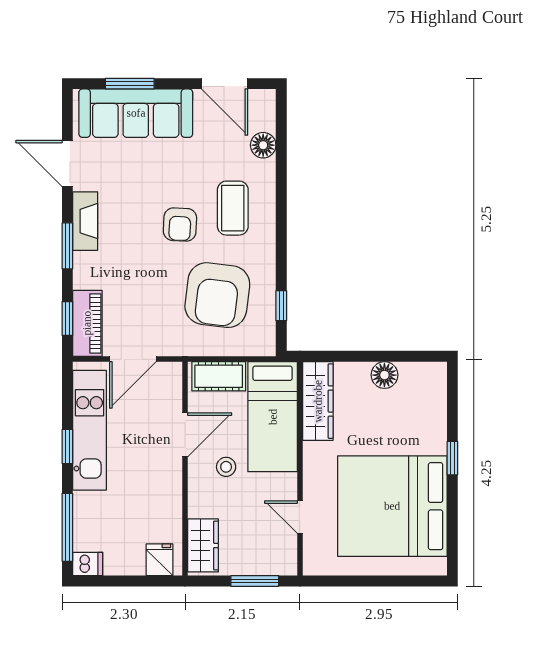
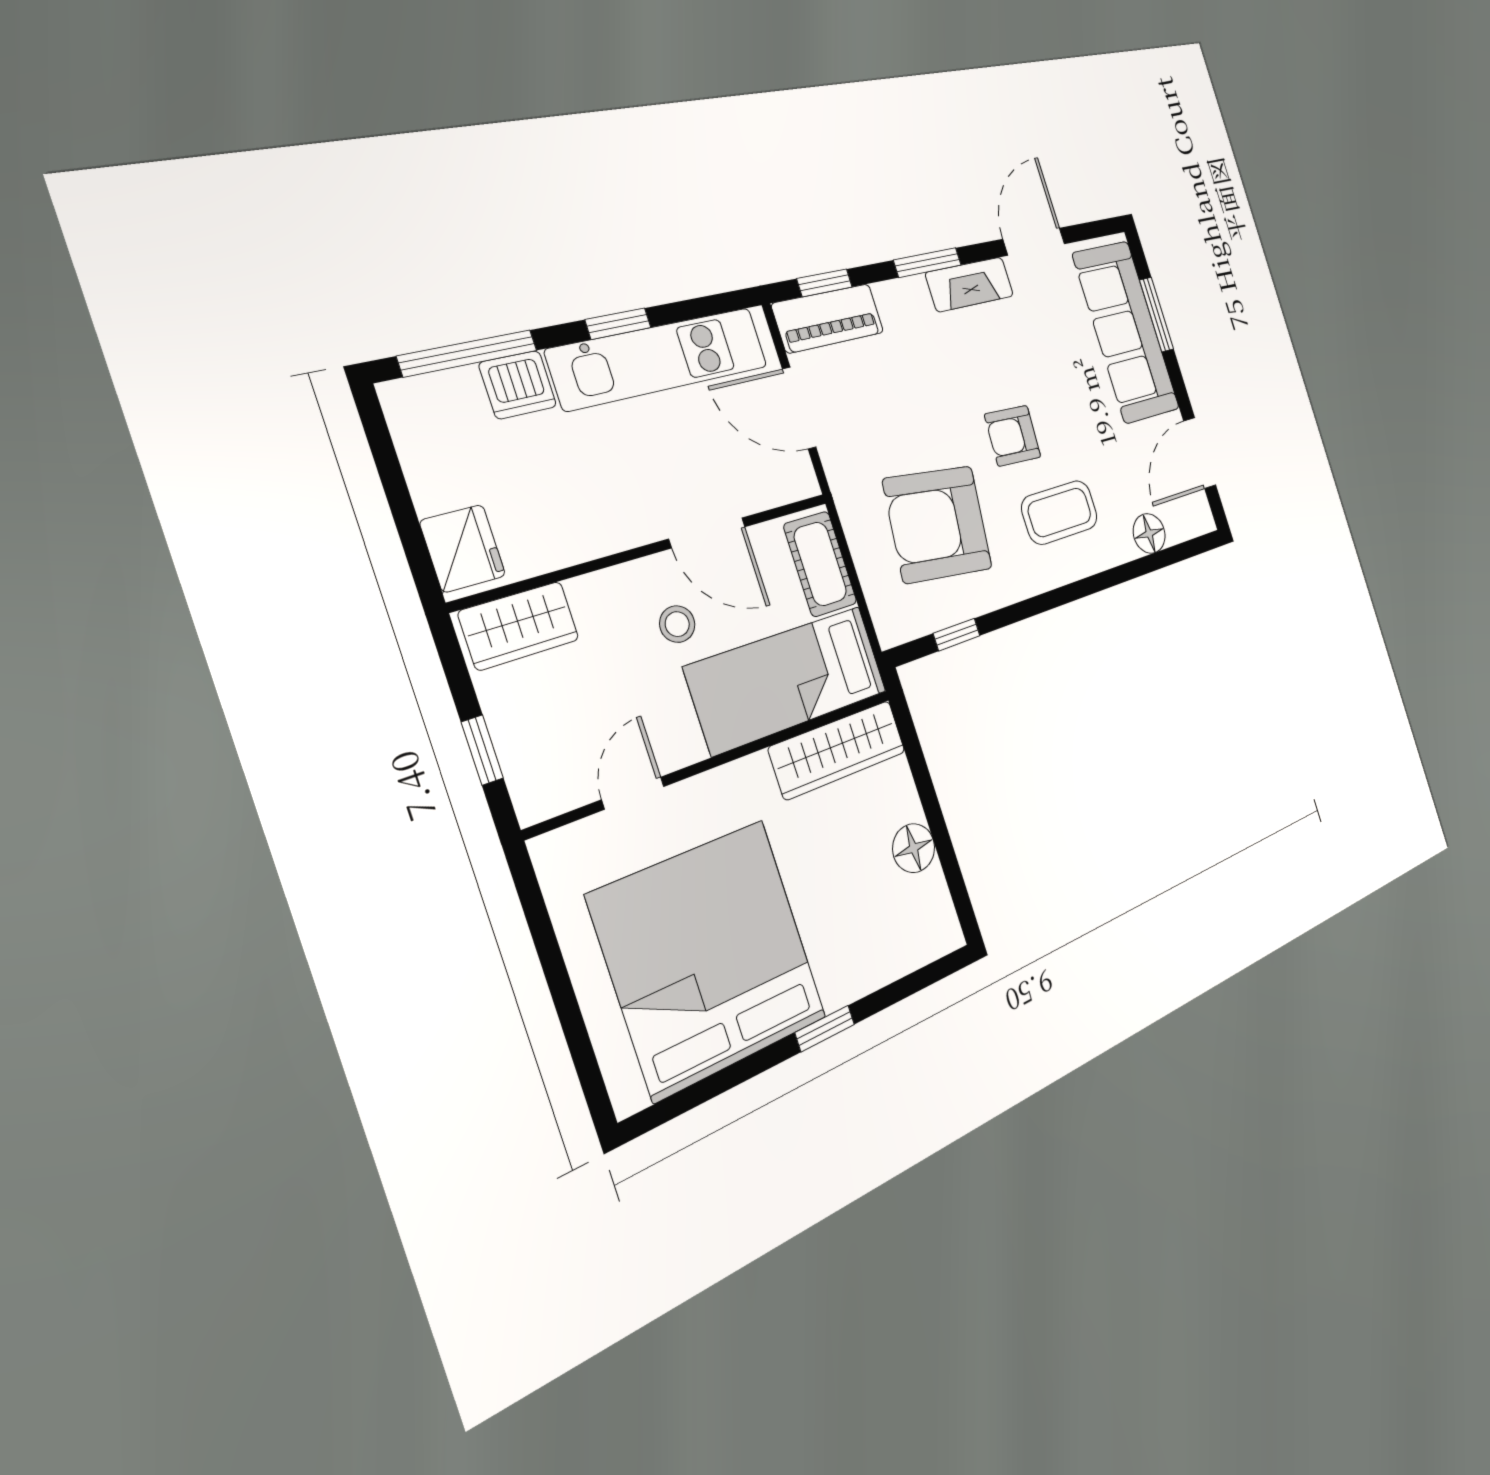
fridge: (159, 560) -> (463, 548), width x1.38
dishwasher: (88, 564) -> (518, 385), moved, width x1.38
window: (255, 581) -> (482, 750), width x0.67

